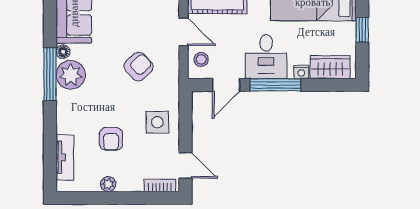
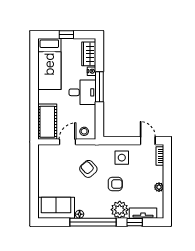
window: (50, 74) -> (93, 222), width x1.46
plant: (71, 75) -> (120, 210), moved
door: (226, 85) -> (99, 116), removed
armchair: (111, 139) -> (115, 184), moved
window: (50, 144) -> (135, 222), added
door: (186, 165) -> (148, 141), hinge flipped

